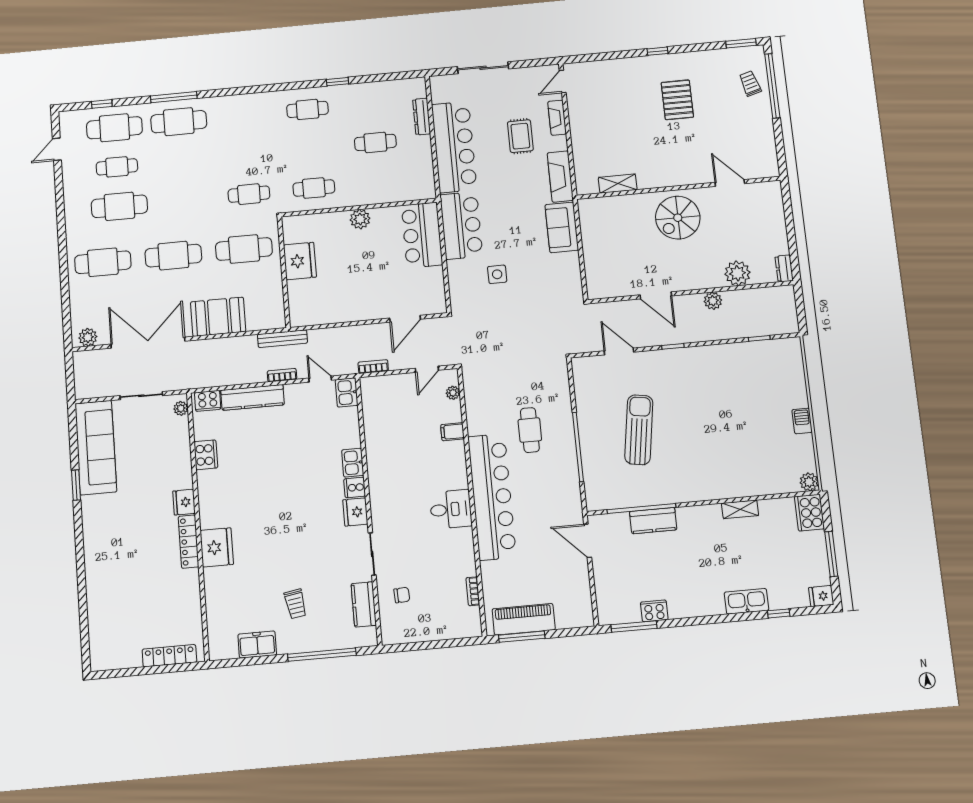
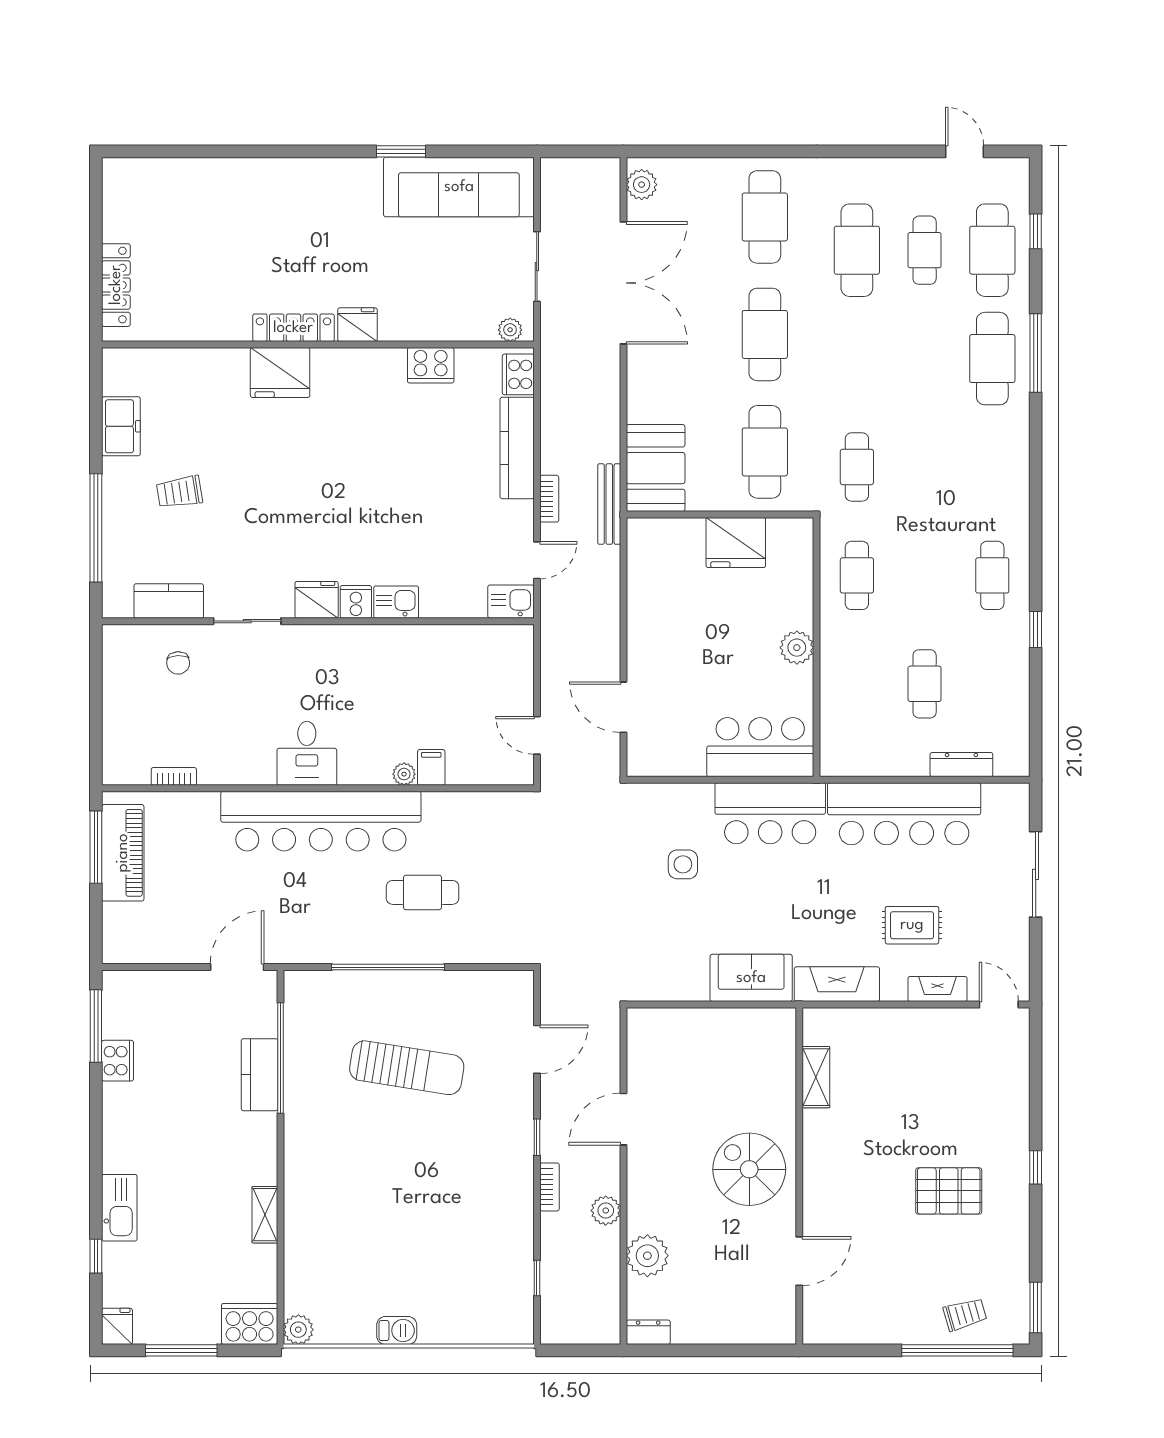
booth: (218, 317) -> (656, 468), moved
bookcase: (373, 367) -> (549, 1187), moved
plant: (453, 393) -> (404, 774), moved

